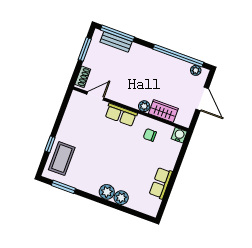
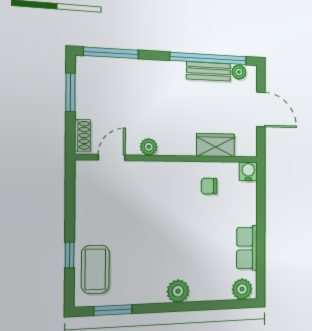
bench: (116, 42) -> (209, 71), moved
plant: (144, 106) -> (149, 147), moved
row of seats: (121, 115) -> (159, 172), removed
plant: (121, 198) -> (242, 289), moved

